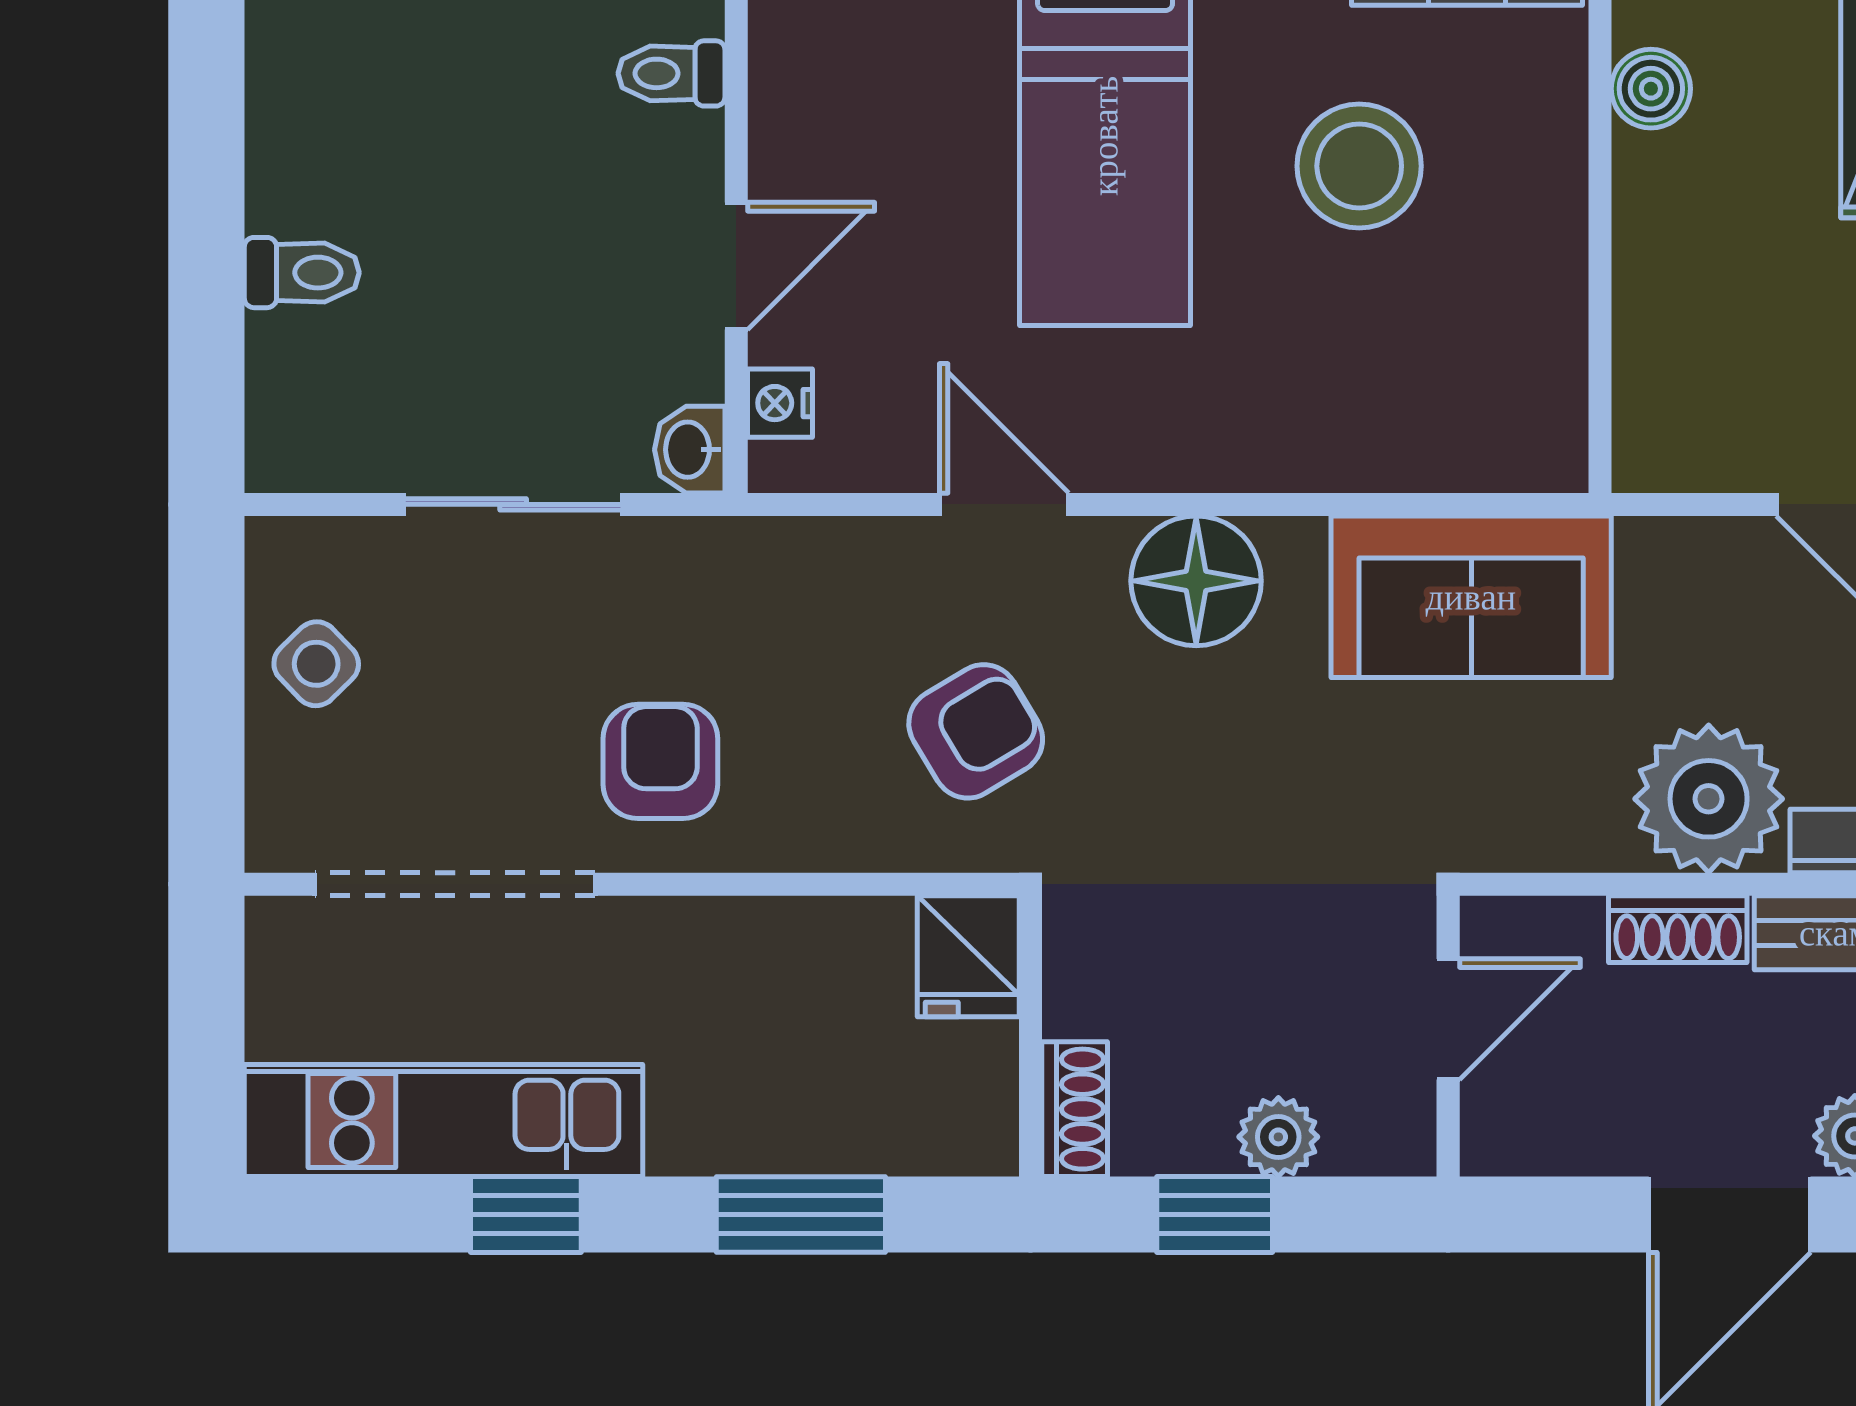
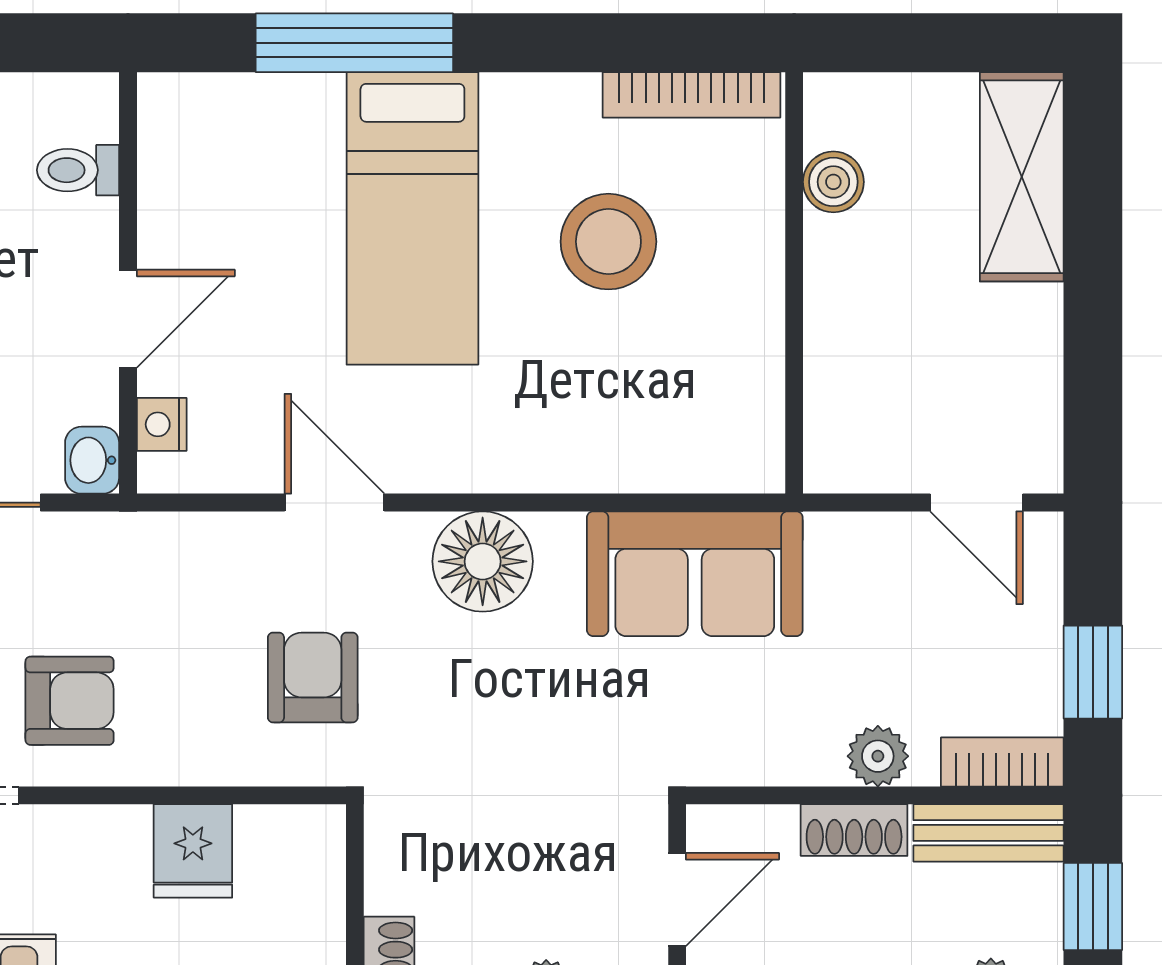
armchair: (976, 731) -> (313, 678), turned -59
armchair: (660, 761) -> (70, 701), turned 90
plant: (1709, 799) -> (878, 756), width x0.53, depth x0.53
fridge: (968, 956) -> (193, 851), moved

